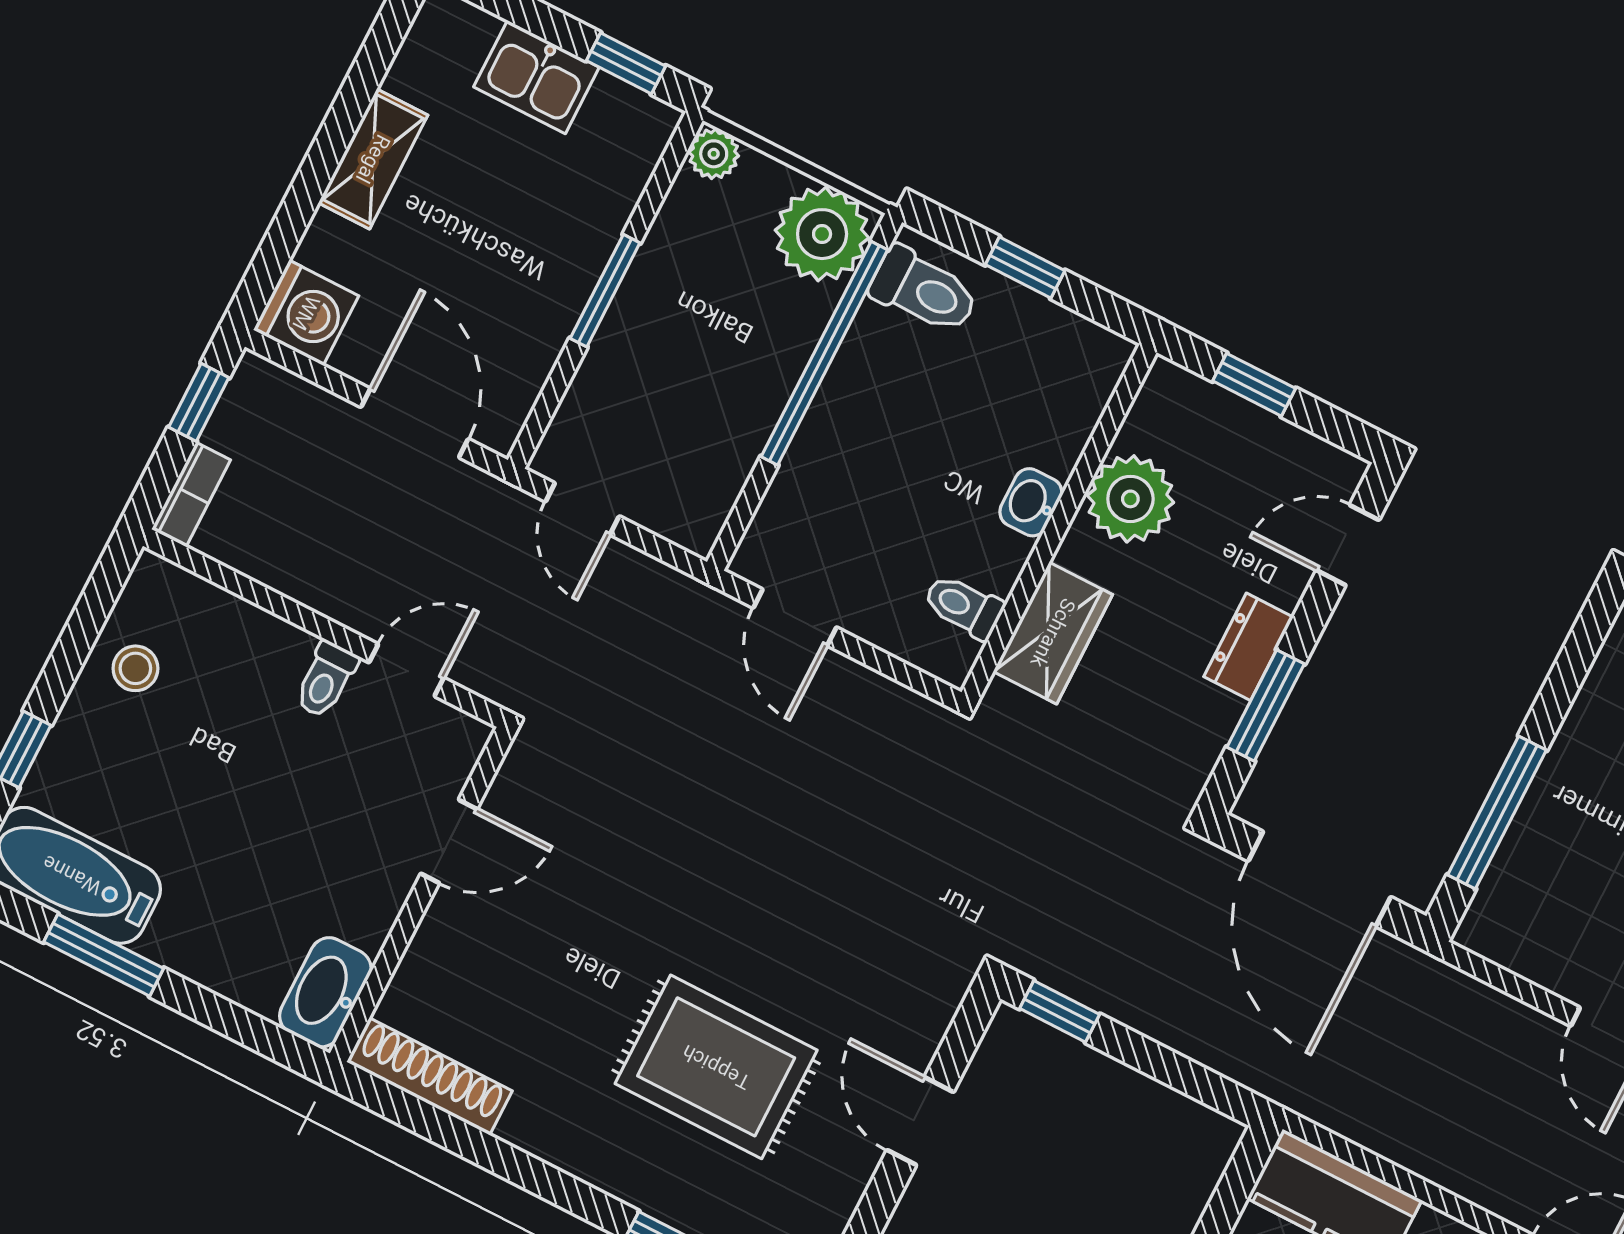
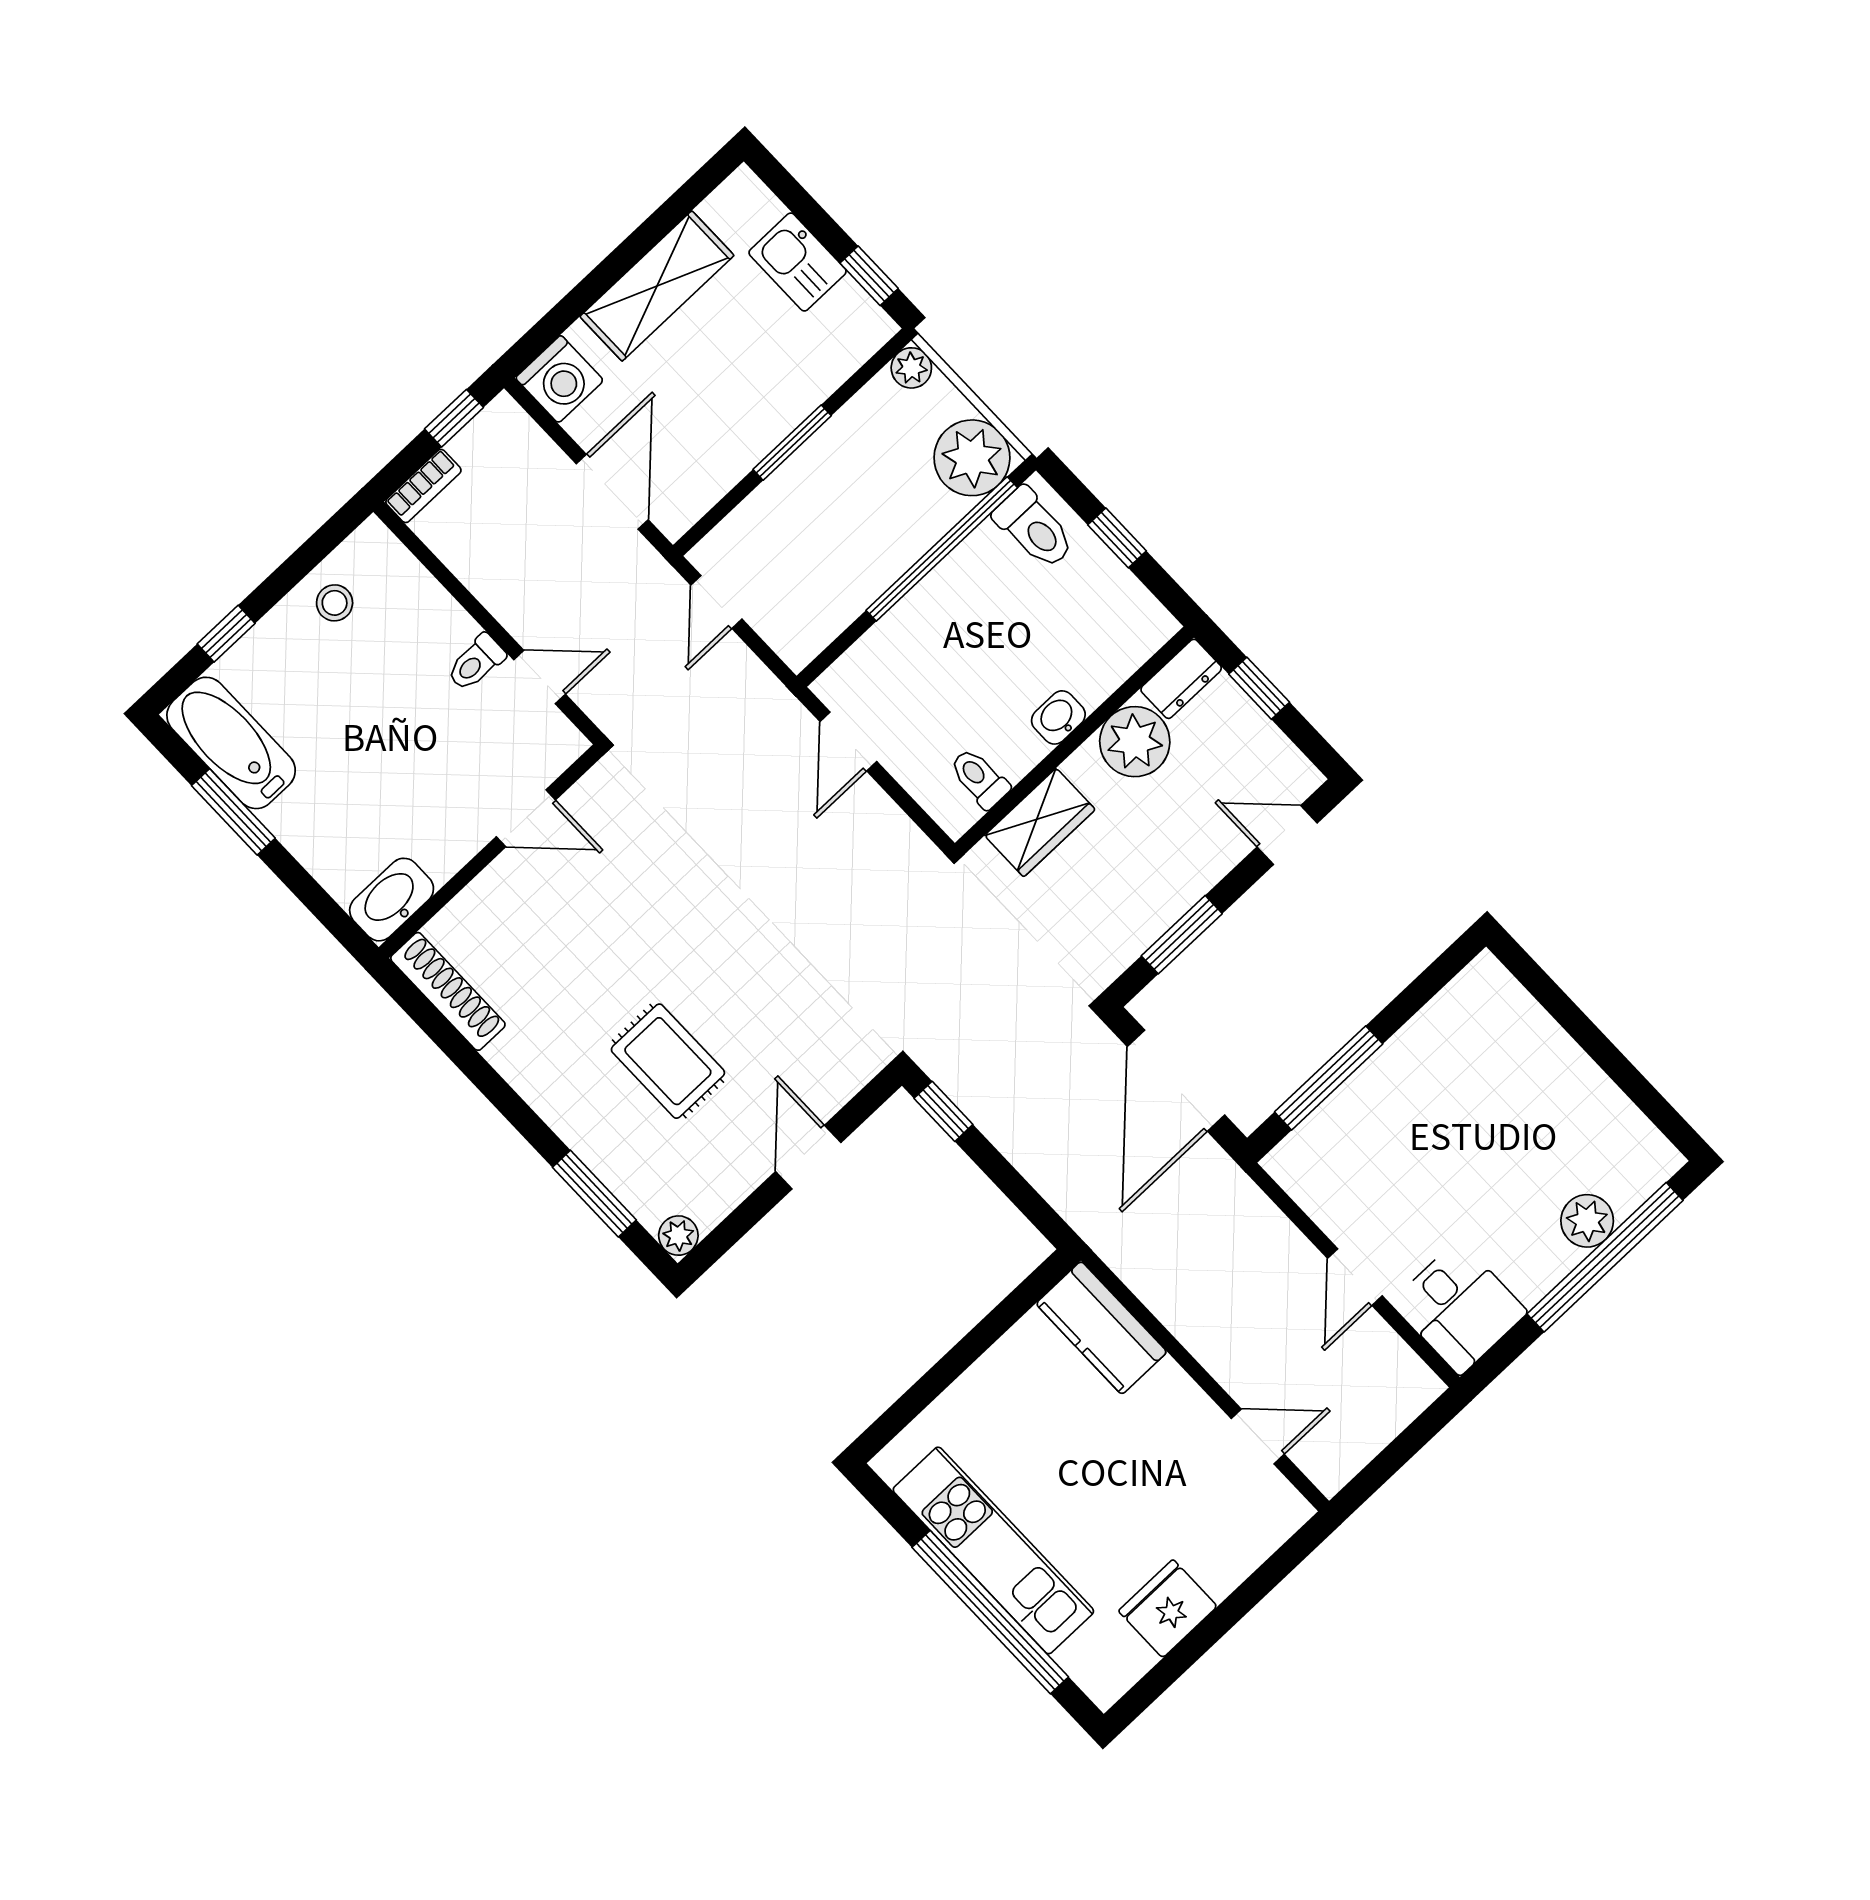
shelving: (373, 159) -> (657, 286), width x1.50, depth x1.33
dresser: (1248, 647) -> (1181, 679), moved, turned 180
rug: (716, 1067) -> (668, 1061), width x0.73, depth x0.70

